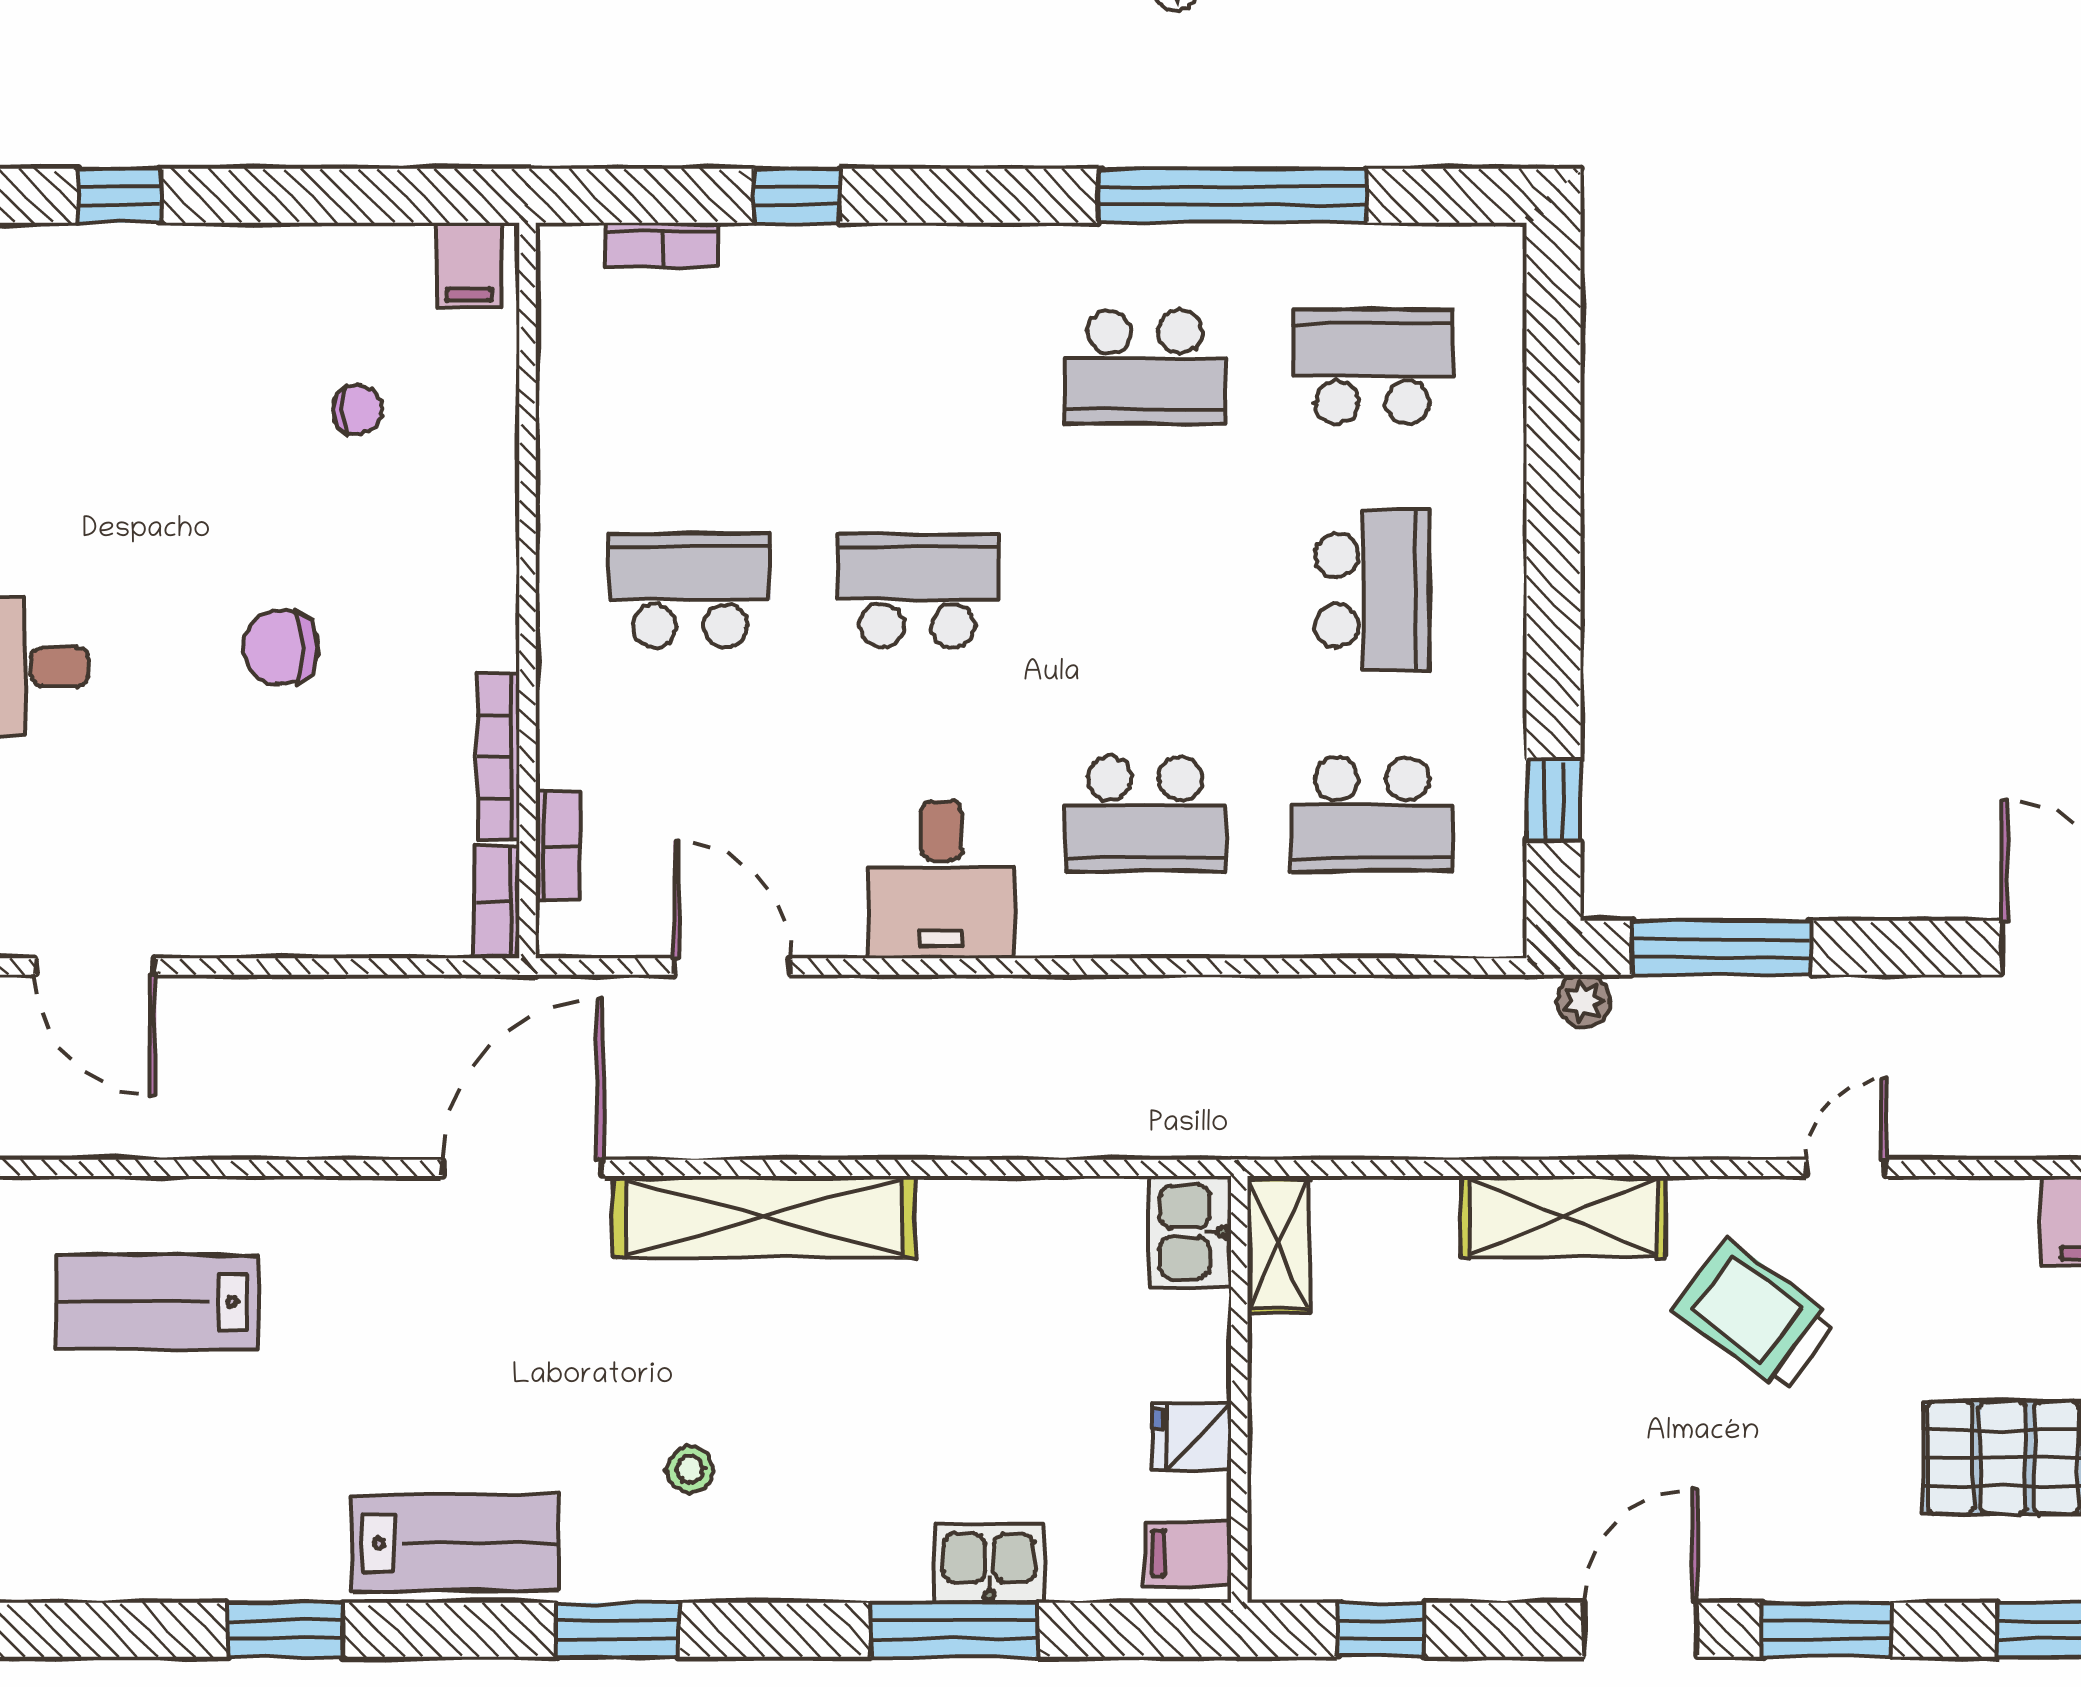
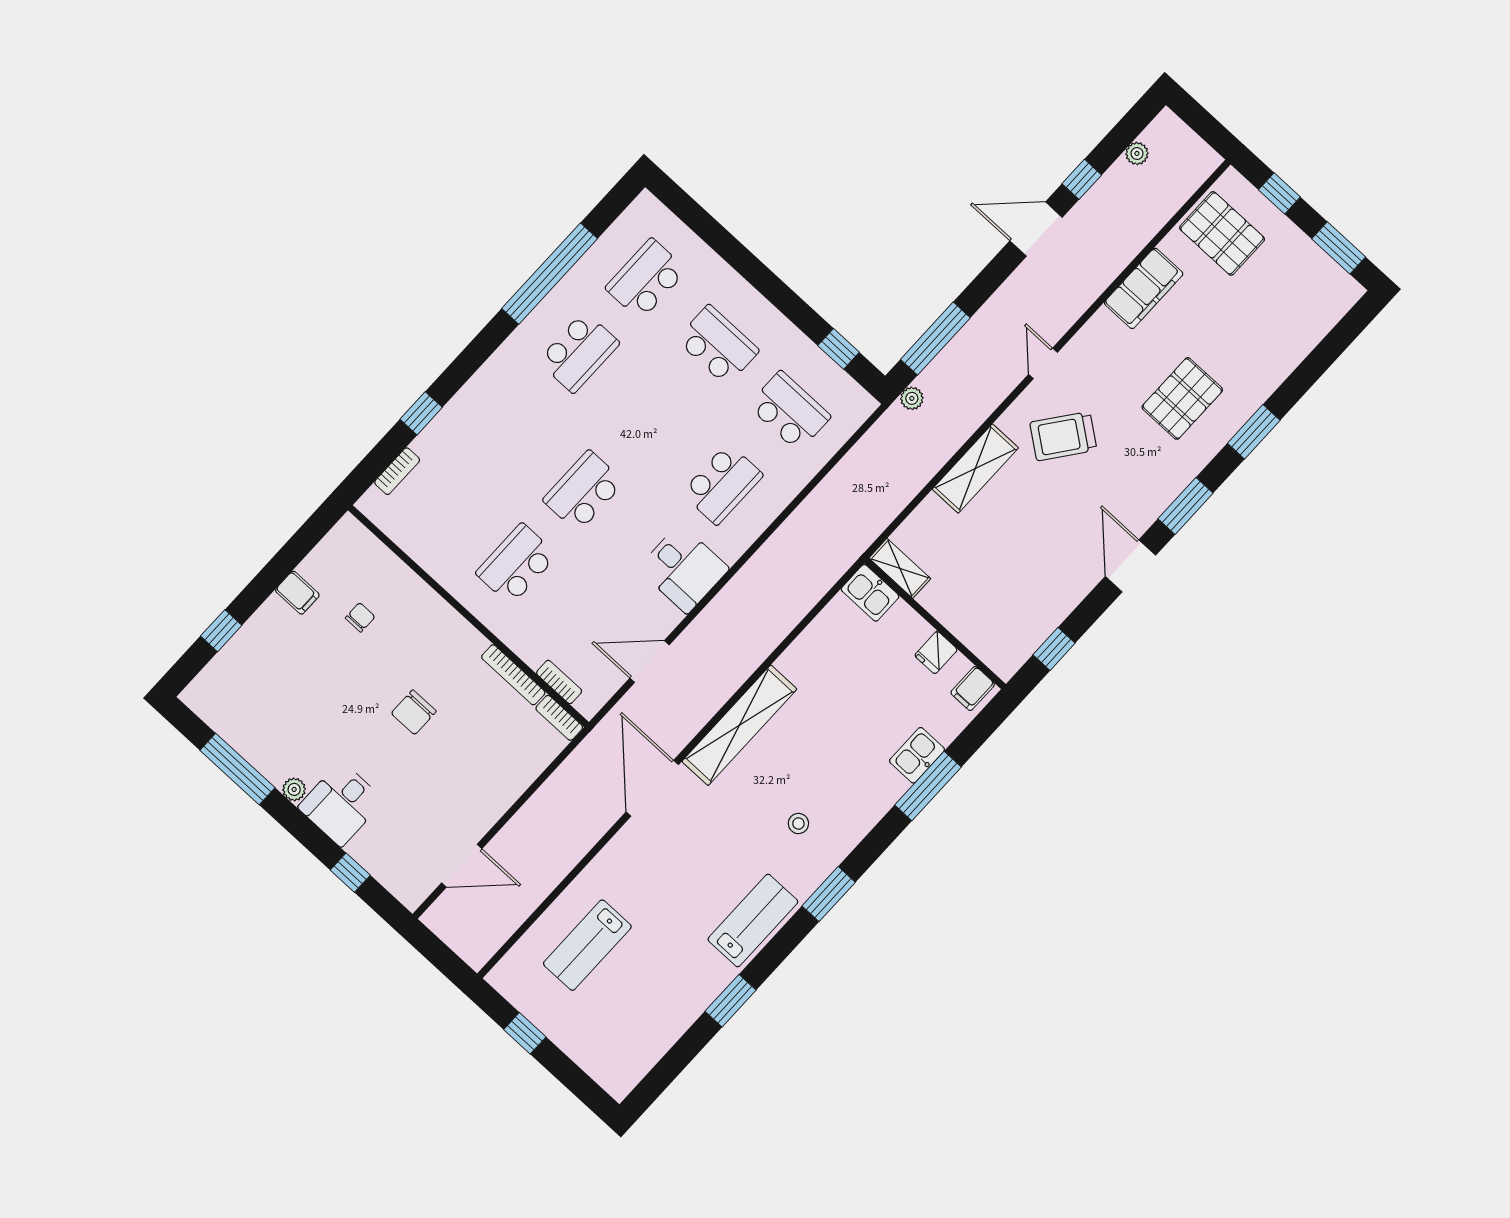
filing cabinet: (469, 265) -> (297, 593), moved
school desk: (1372, 814) -> (789, 411), turned -90

